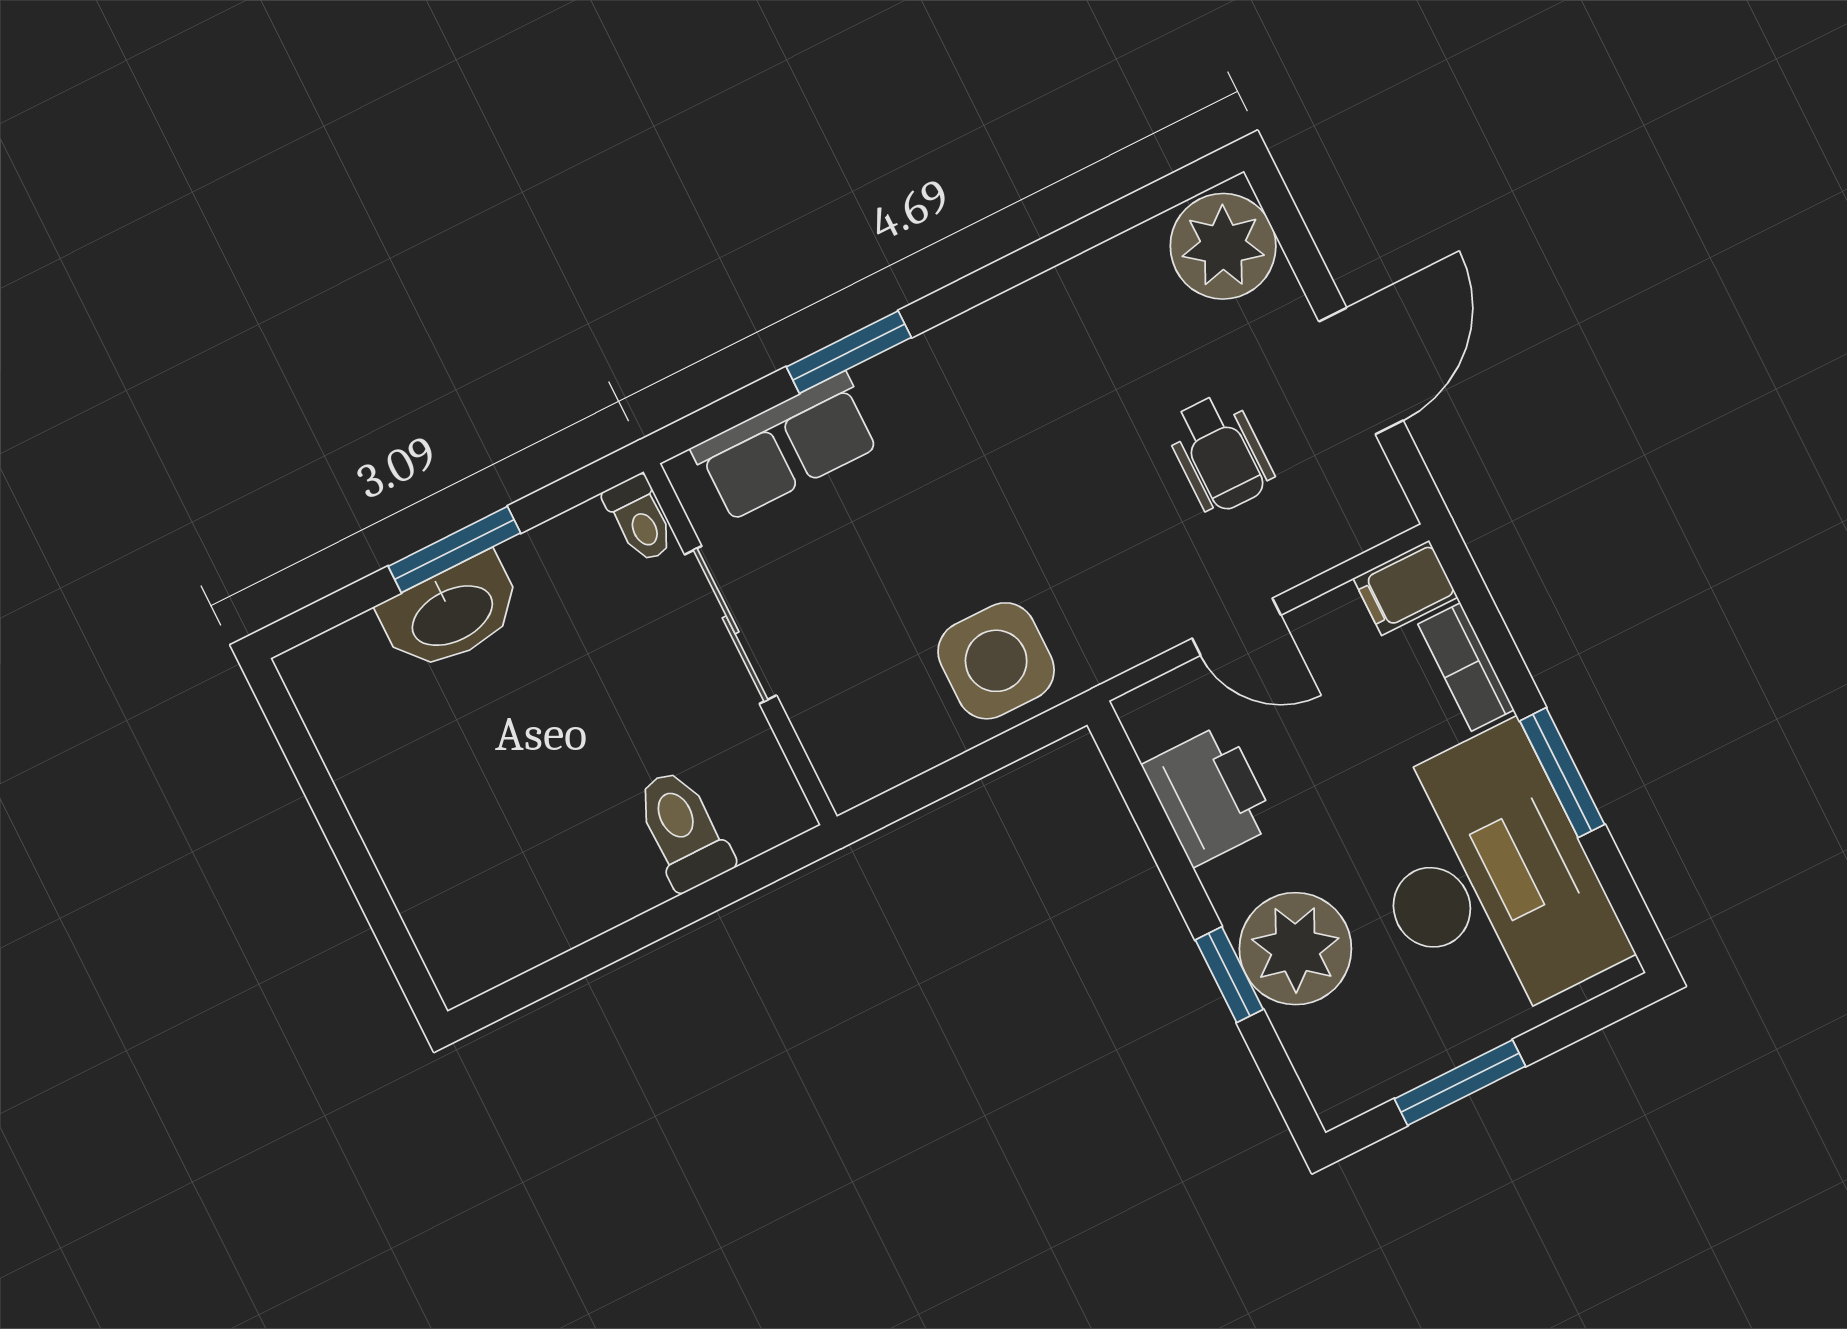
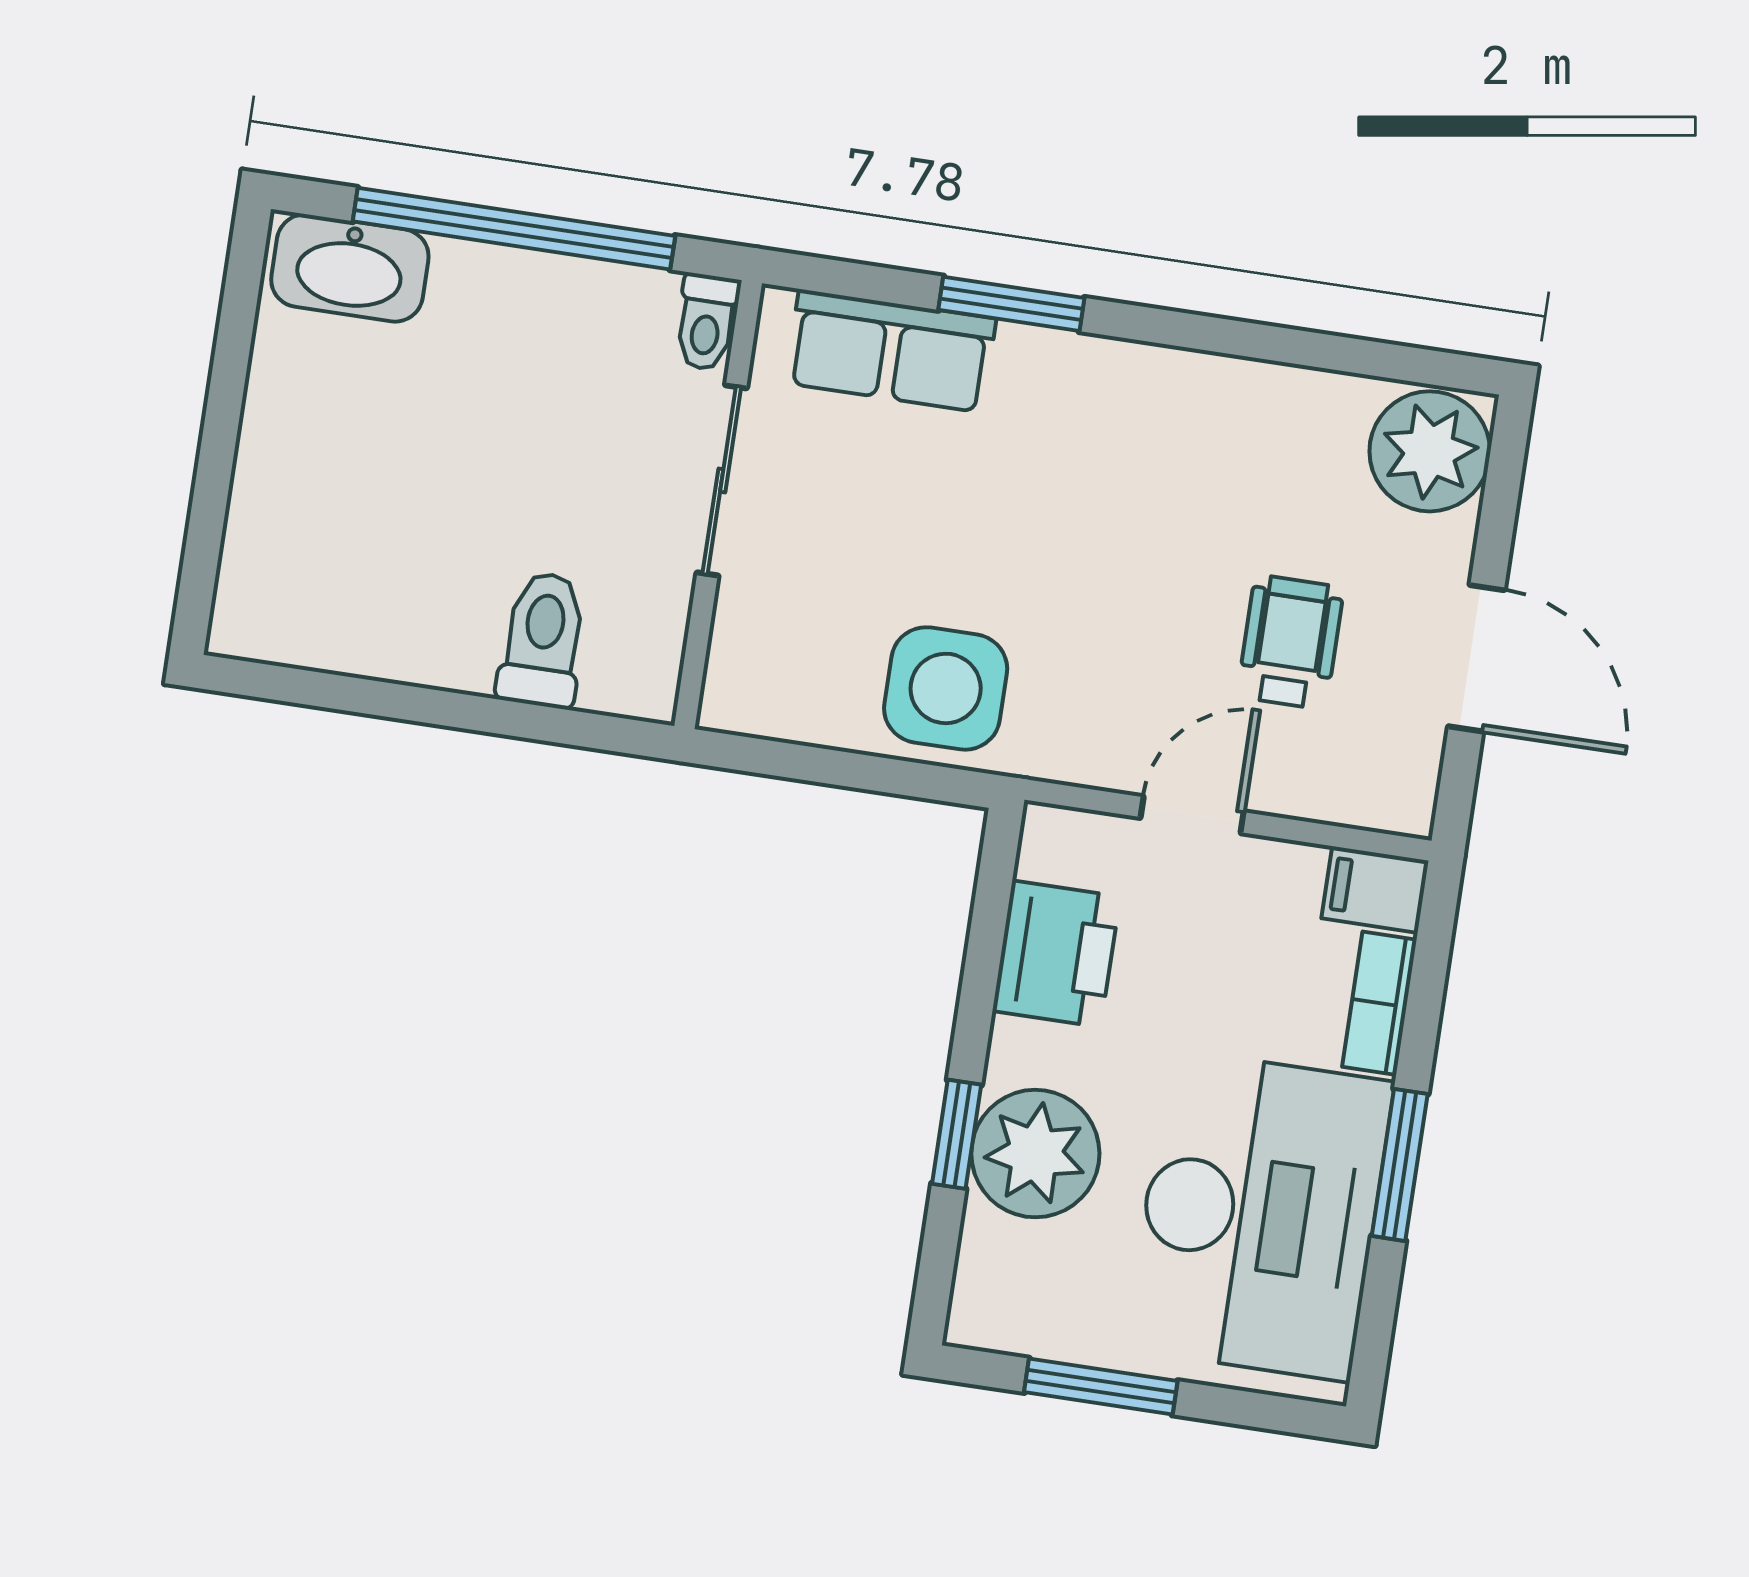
door: (1361, 371) -> (1476, 658), hinge flipped
wheelchair: (1220, 453) -> (1290, 642), turned 180
window: (454, 550) -> (514, 229), width x2.11
washbasin: (451, 613) -> (350, 268), moved
door: (1236, 627) -> (1192, 815), swing flipped

